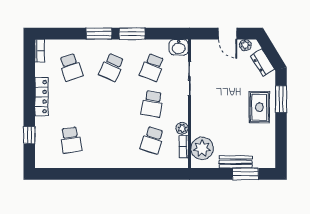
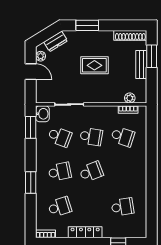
window: (132, 34) -> (31, 127), moved
door: (228, 34) -> (31, 72), hinge flipped
school desk: (112, 67) -> (60, 172), turned -36
school desk: (112, 104) -> (91, 172), added
rug: (259, 107) -> (94, 65), moved
plant: (182, 128) -> (112, 111), removed
plant: (202, 148) -> (130, 98), width x0.53, depth x0.53
shoe rack: (269, 149) -> (130, 35), added

